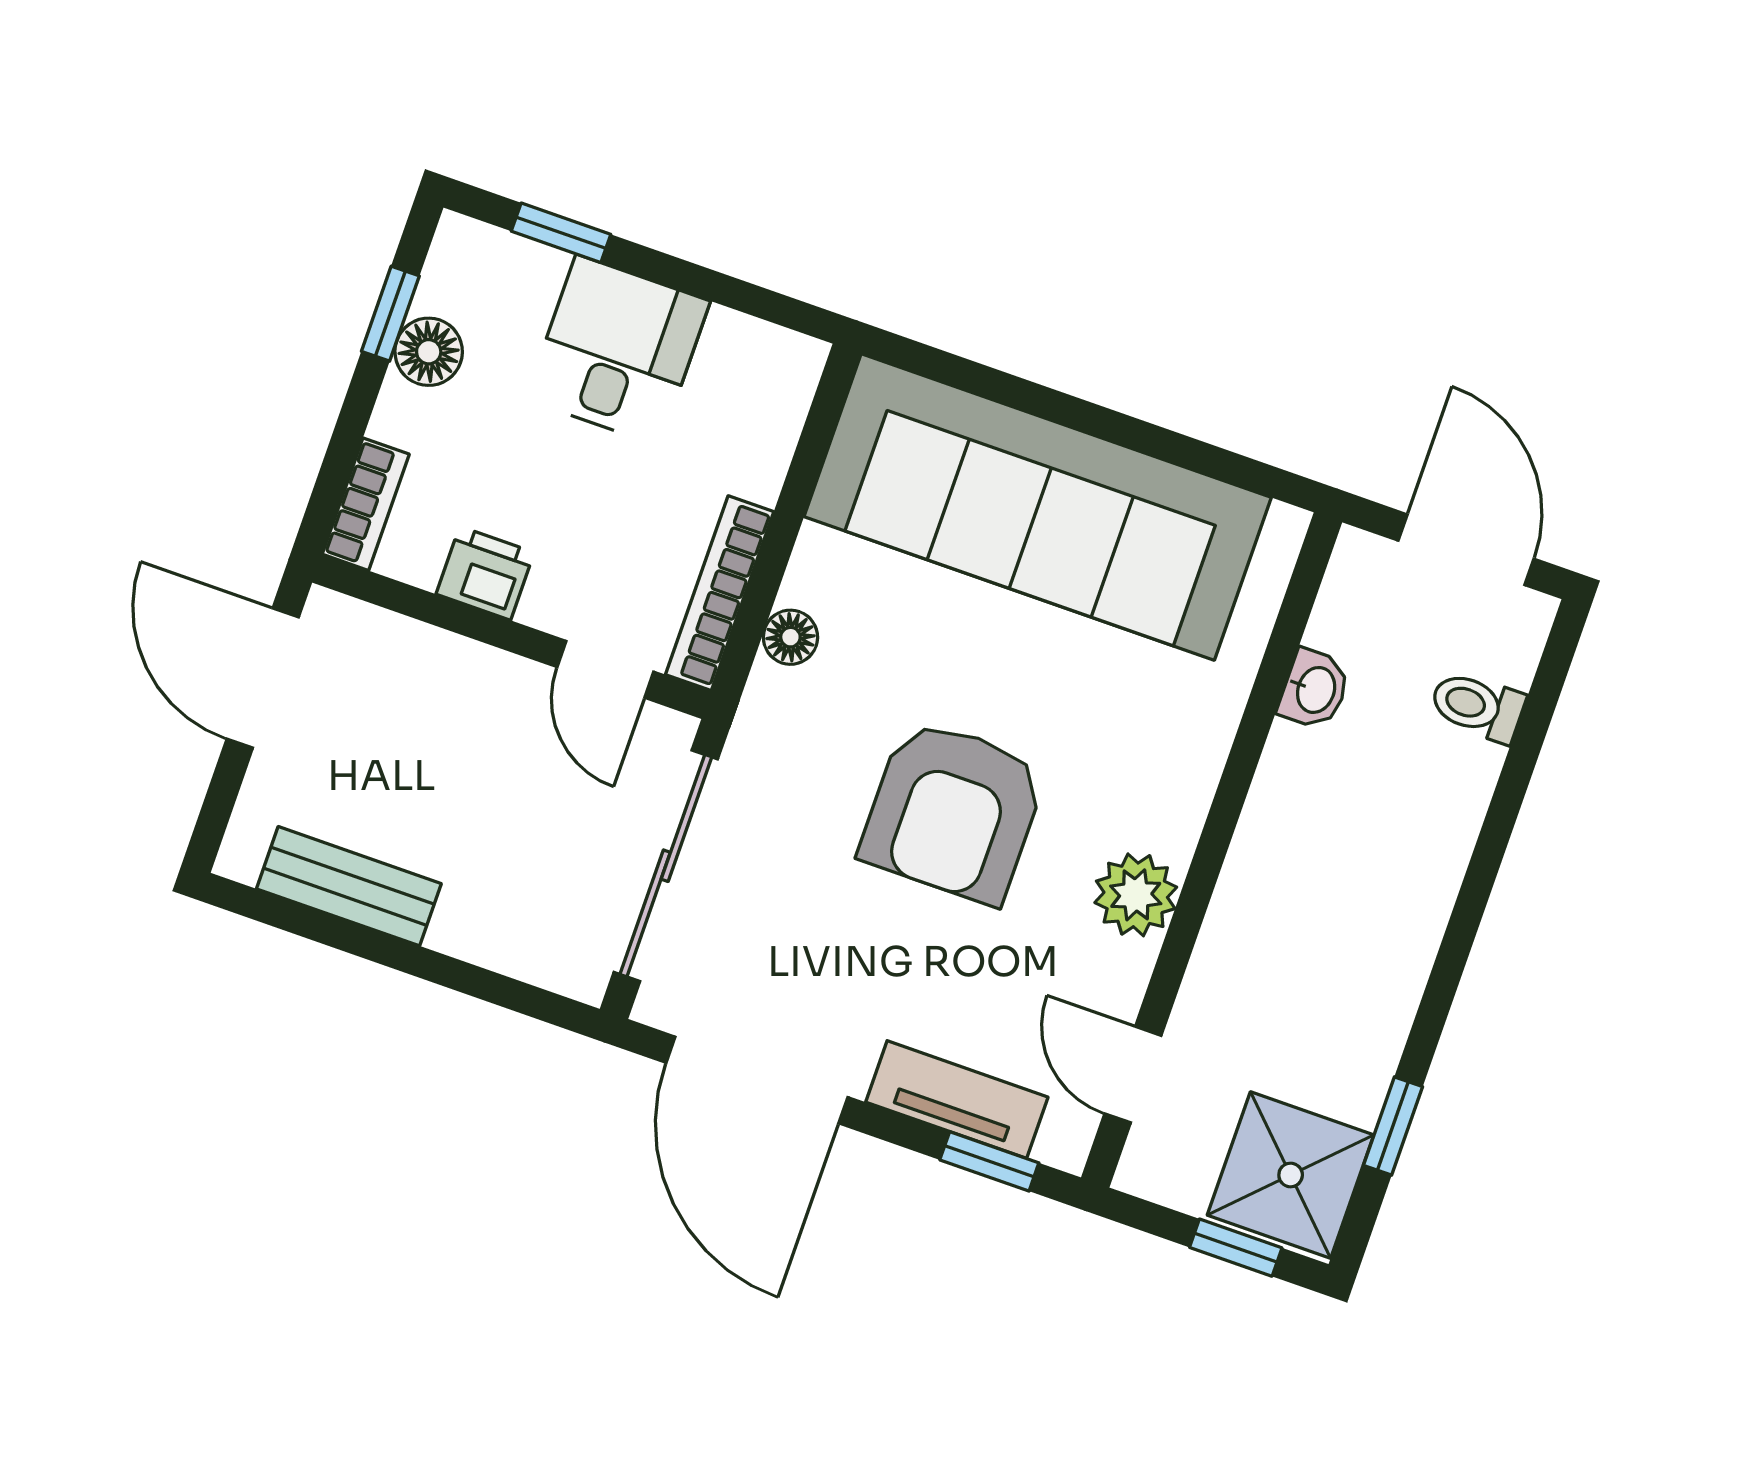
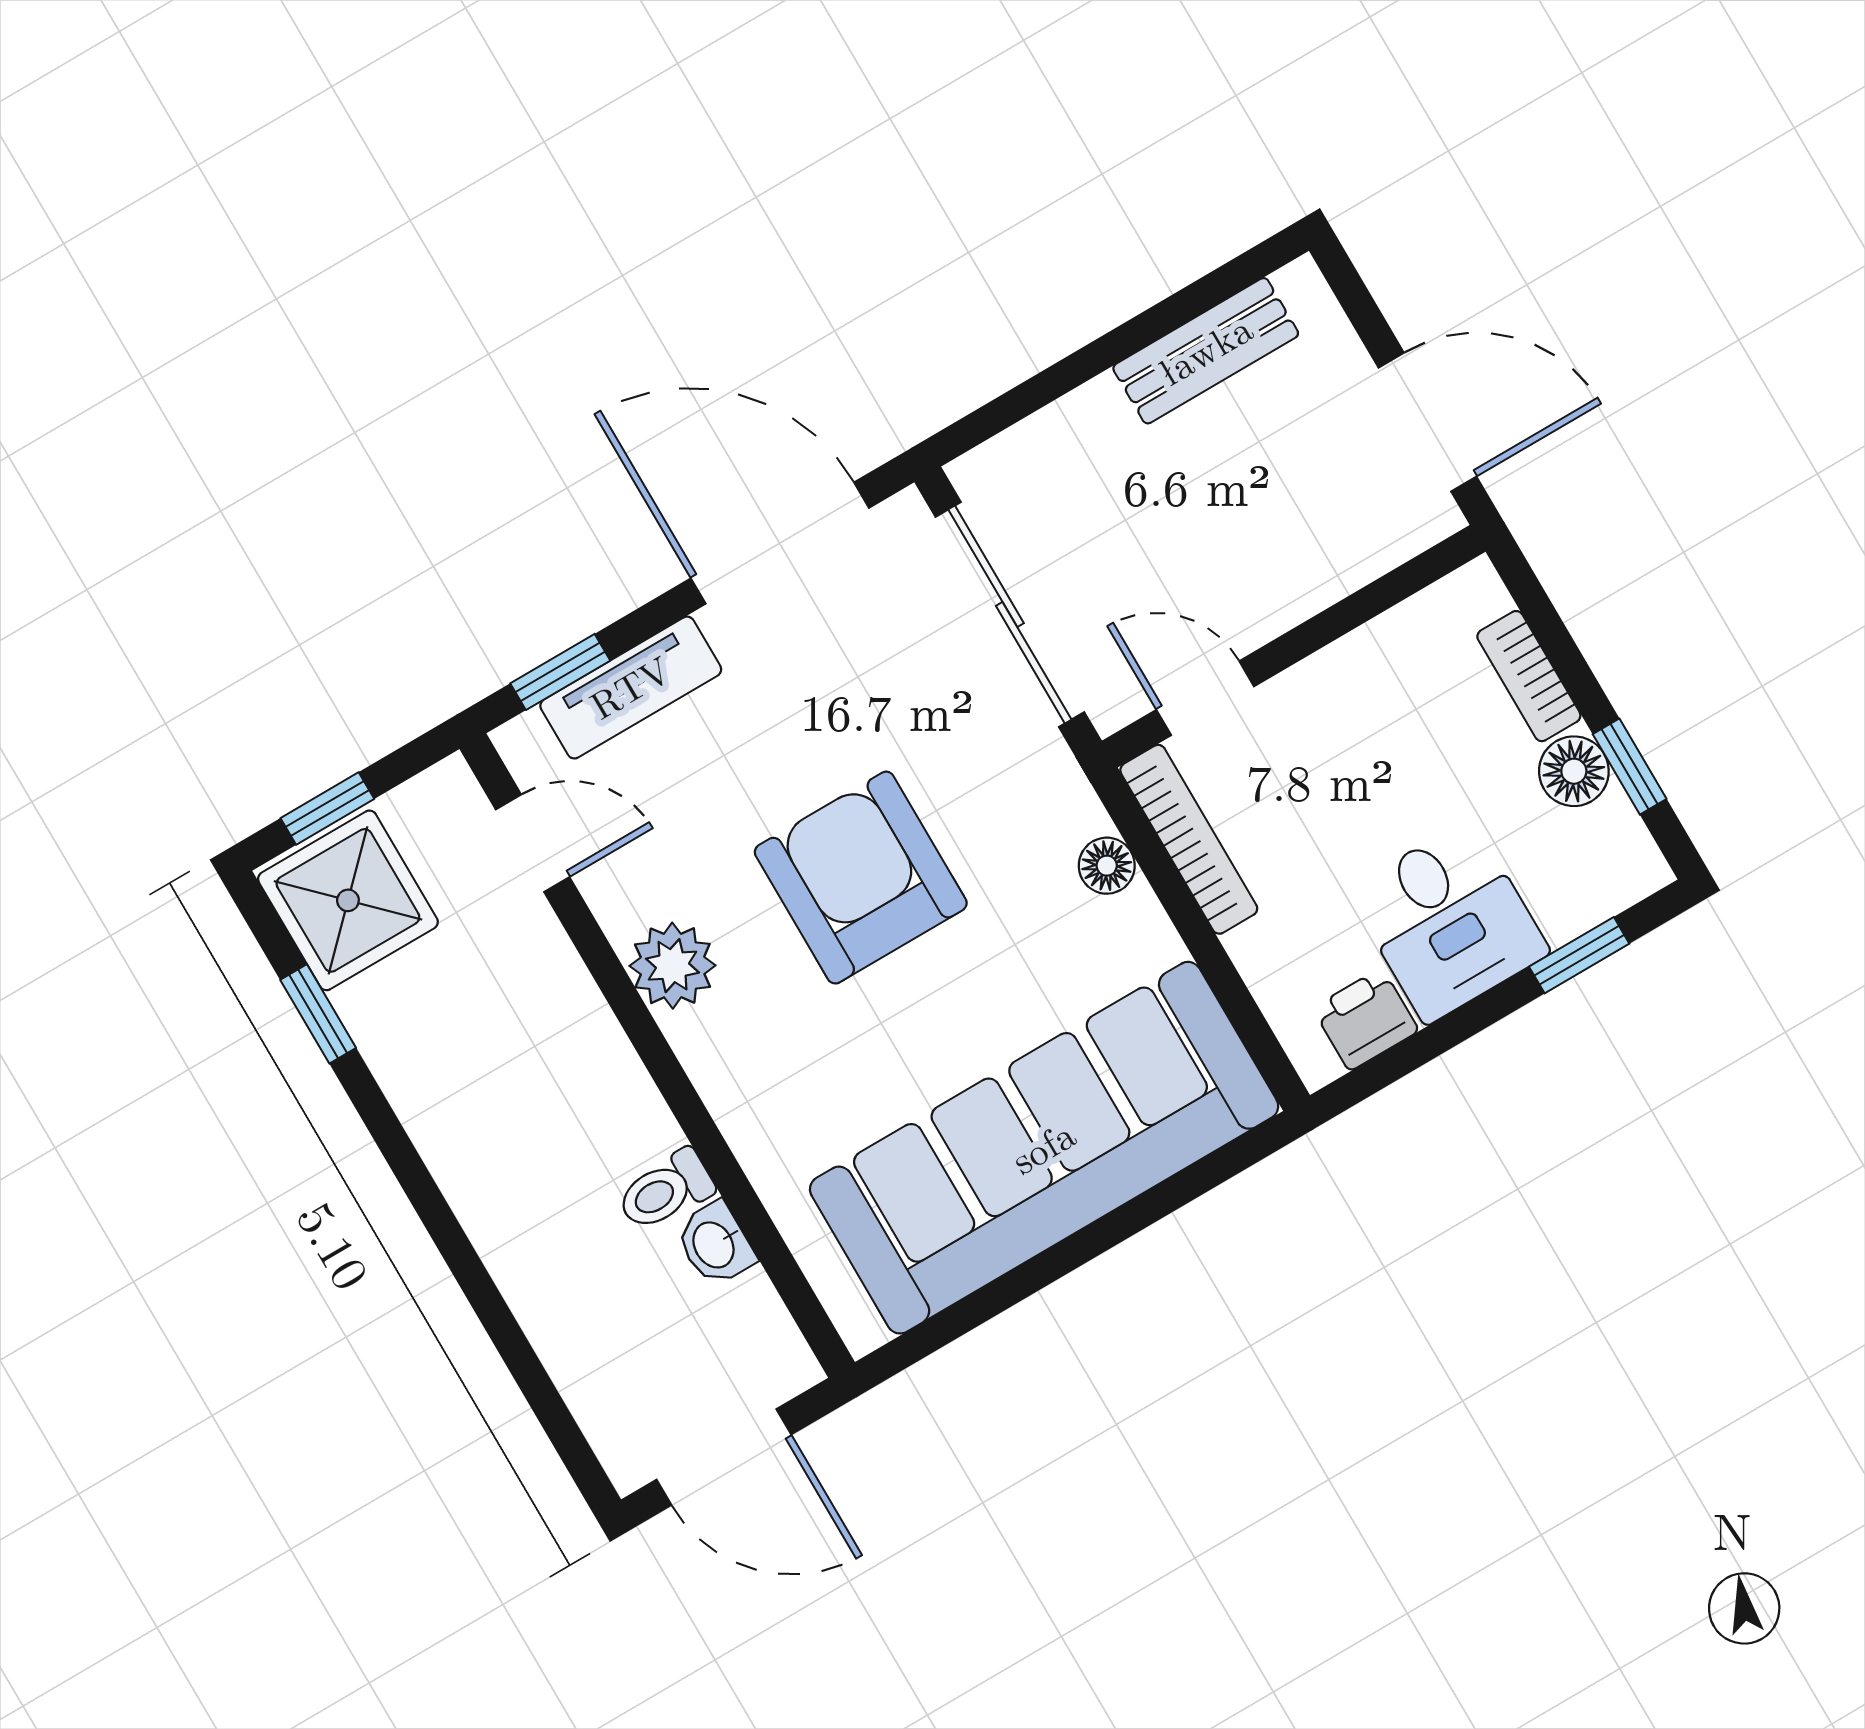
bookcase: (366, 504) -> (1529, 676), moved
printer: (485, 573) -> (1366, 1019), moved, turned 180
toilet: (1477, 706) -> (665, 1190), moved, turned 180

